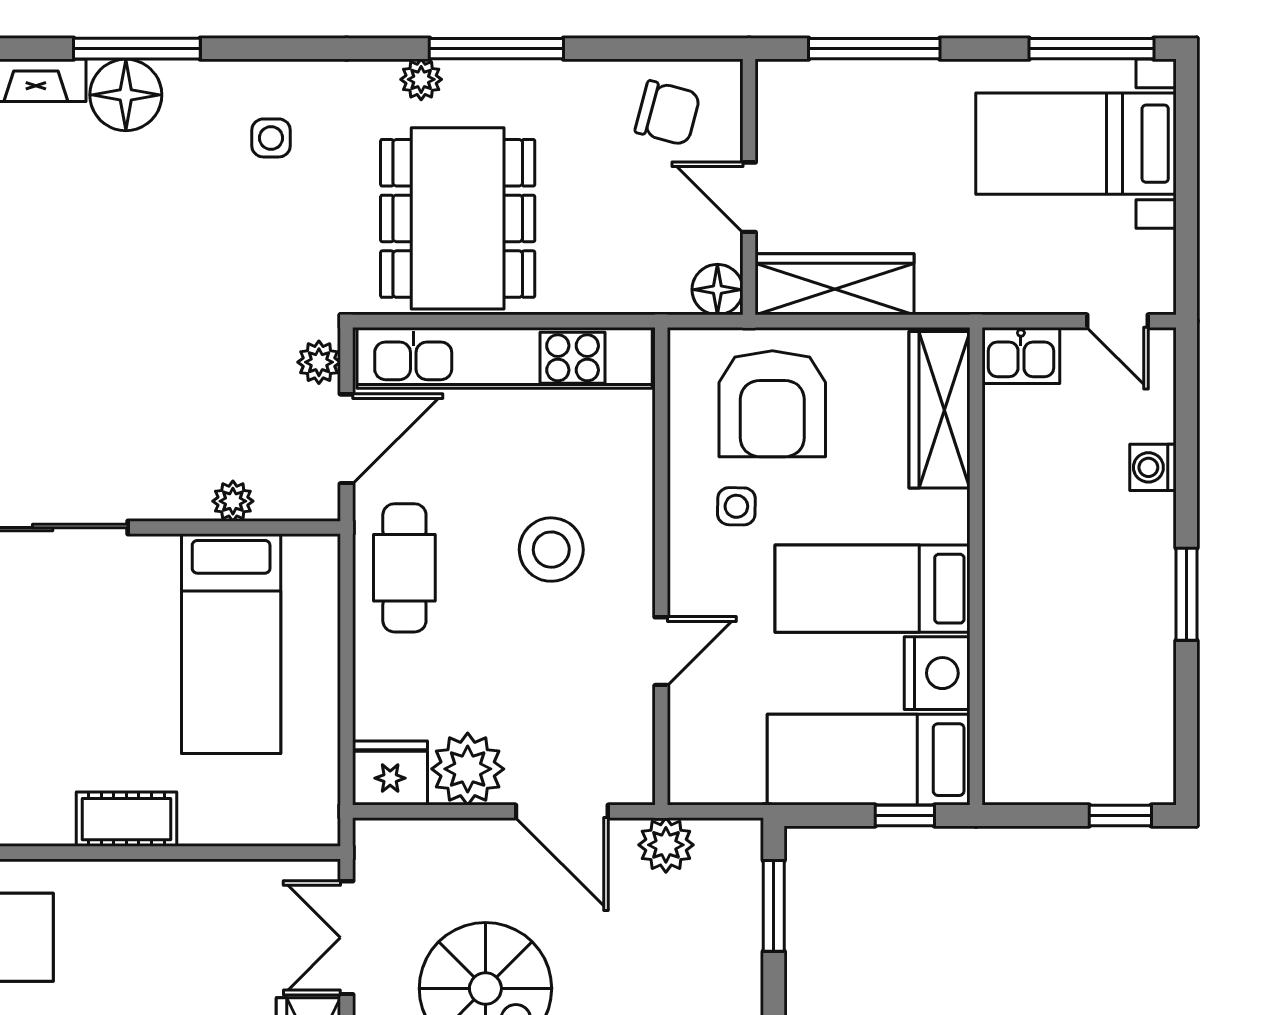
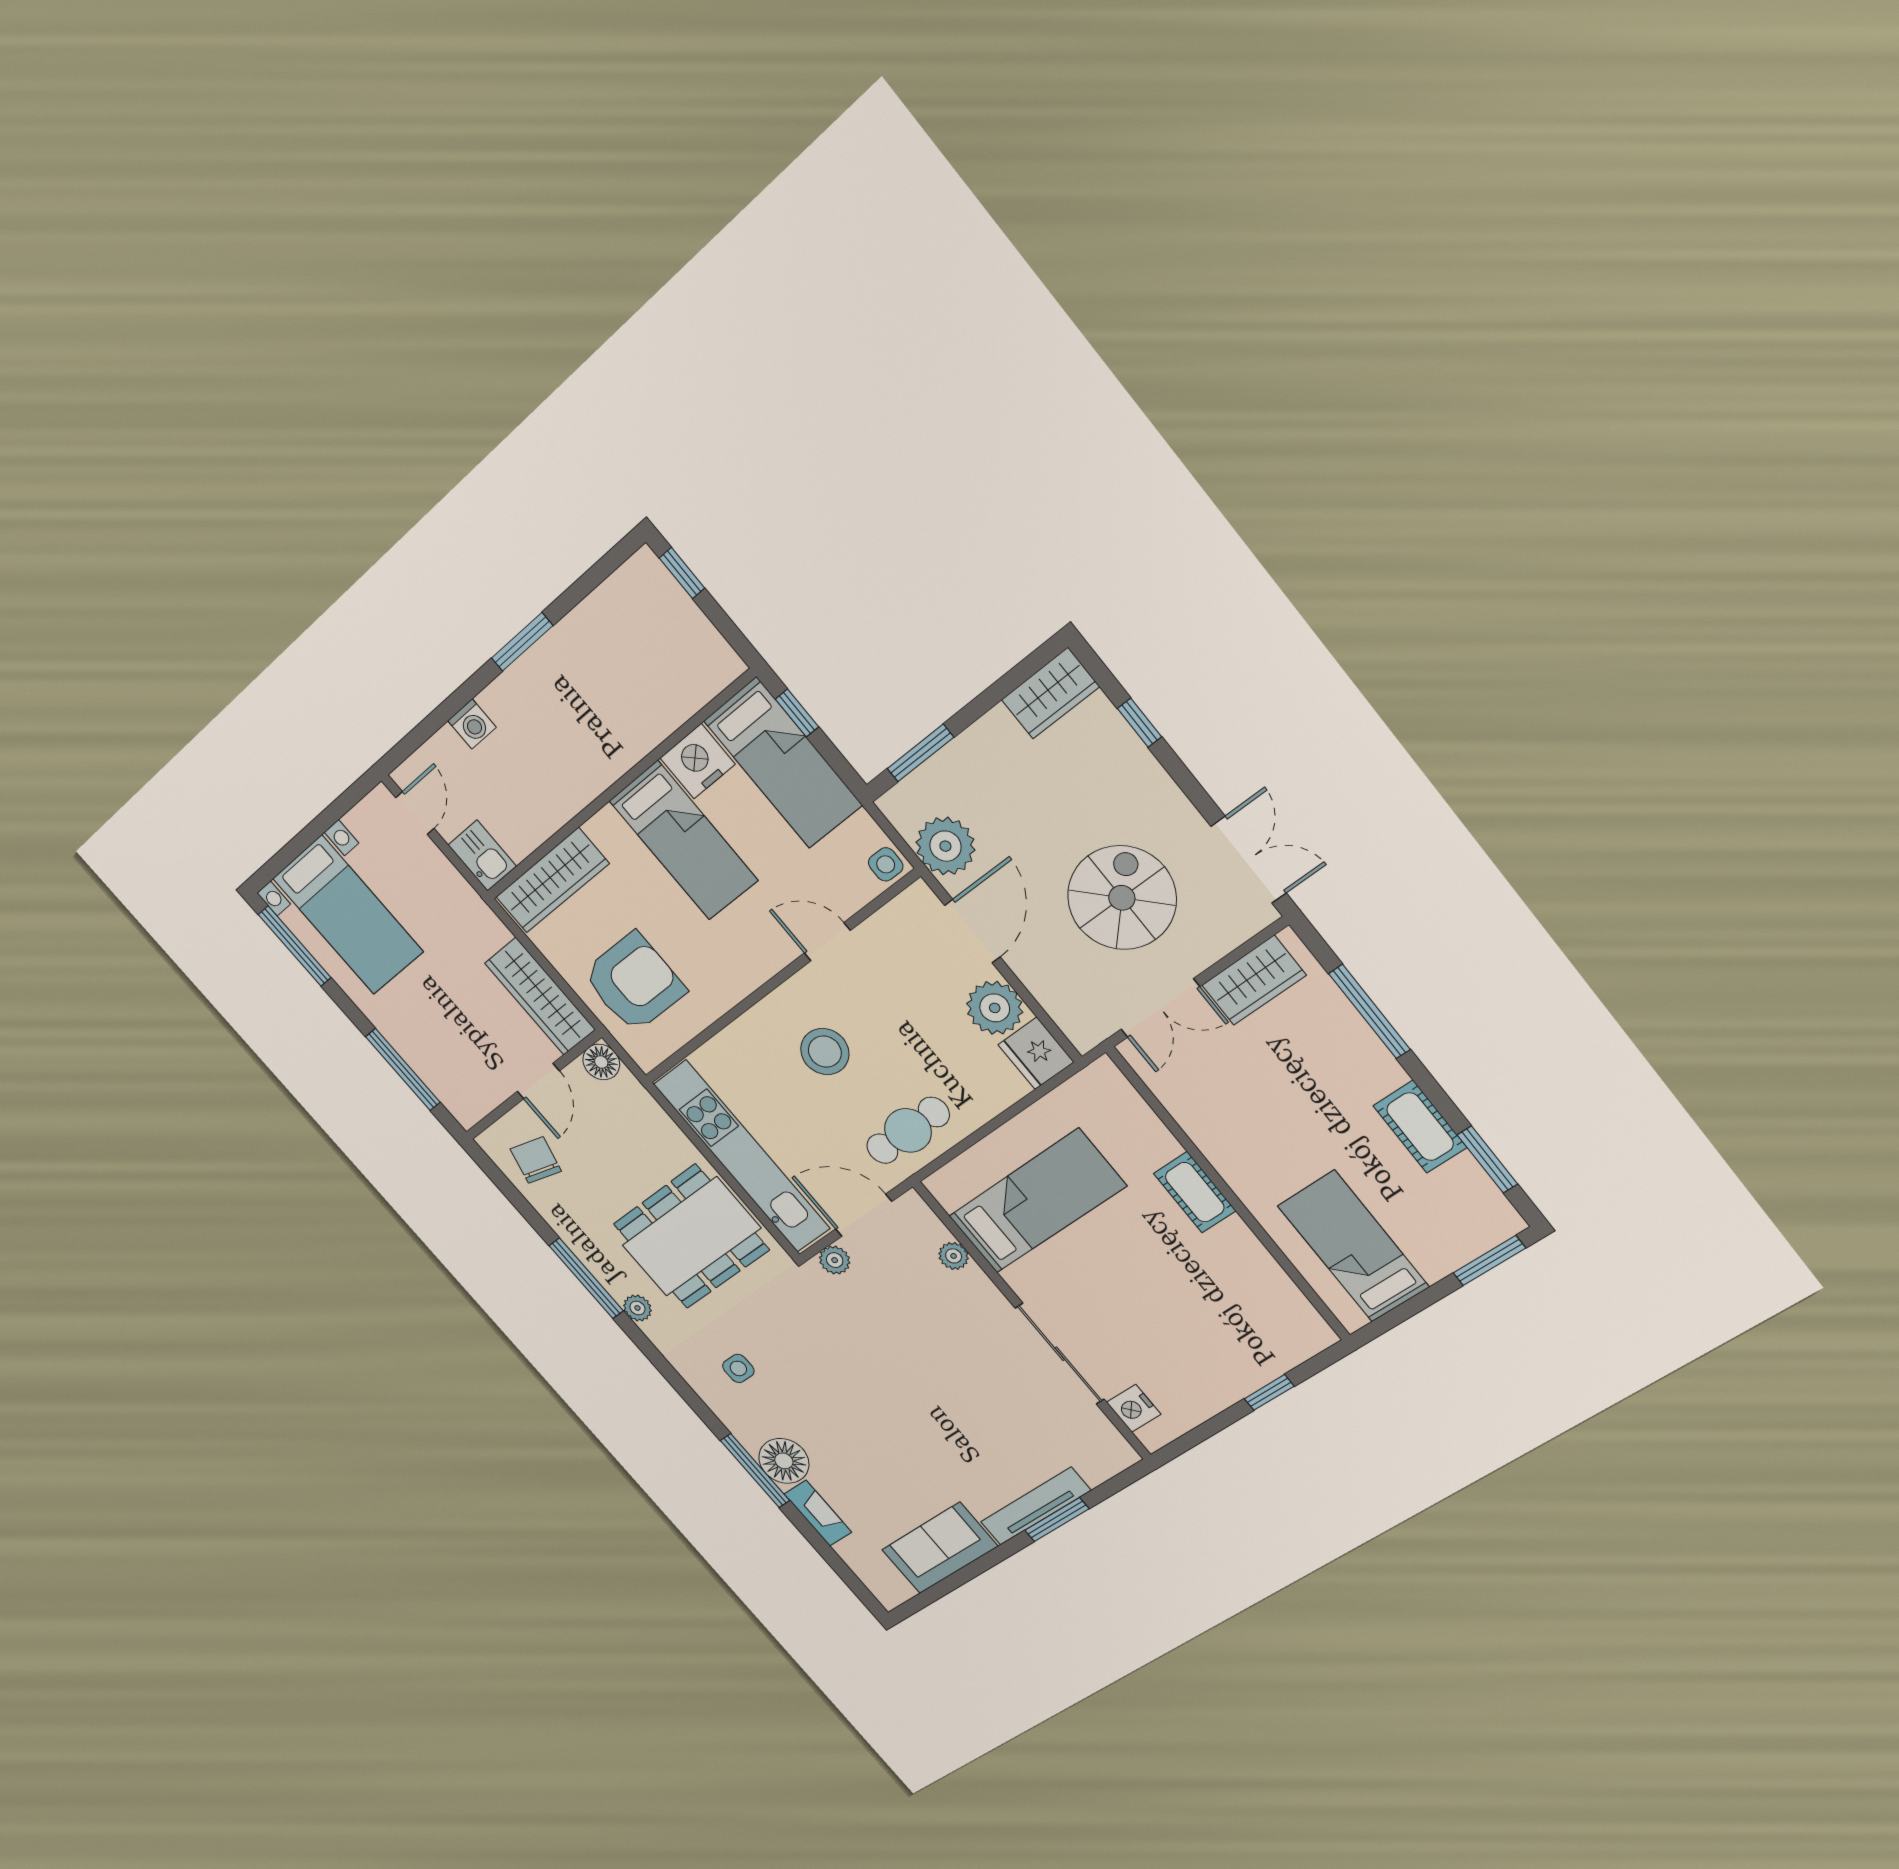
side table: (736, 506) -> (886, 864), moved
plant: (666, 845) -> (945, 846), width x1.36, depth x1.36

